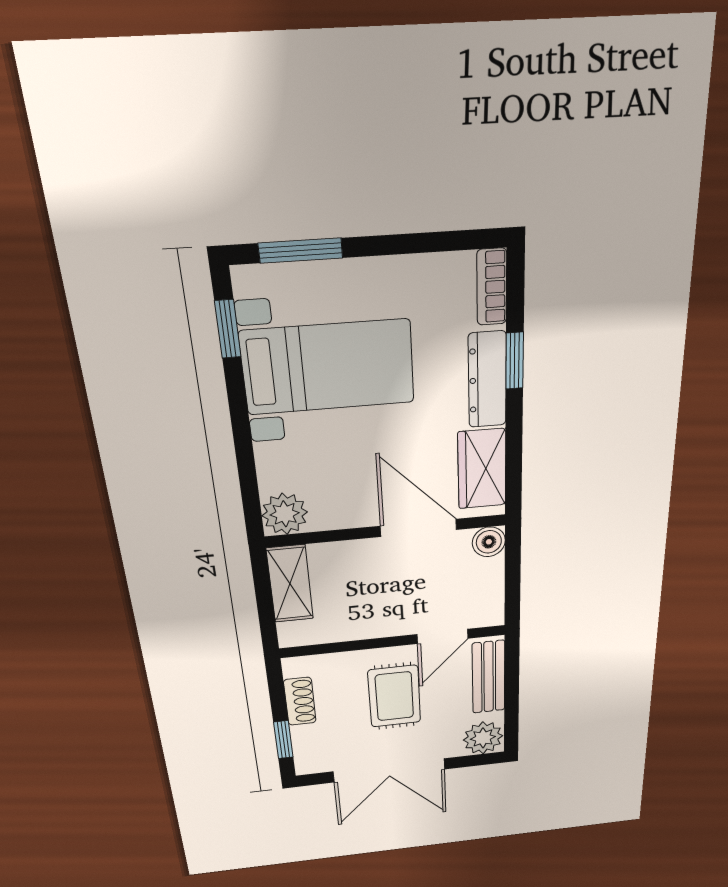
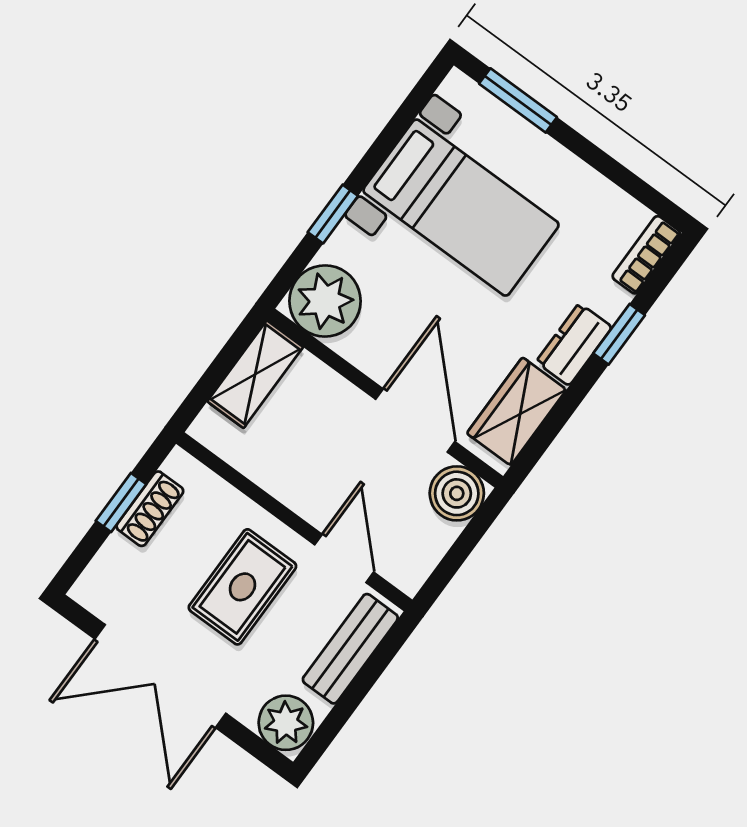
window: (228, 329) -> (333, 214), moved
dresser: (487, 380) -> (574, 344), width x0.70
plant: (285, 514) -> (325, 301), width x1.36, depth x1.36
boiler: (489, 542) -> (457, 493), width x1.36, depth x1.36
door: (443, 636) -> (344, 558), swing flipped
window: (283, 740) -> (121, 503), moved

